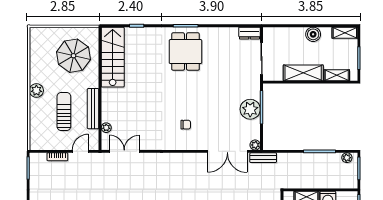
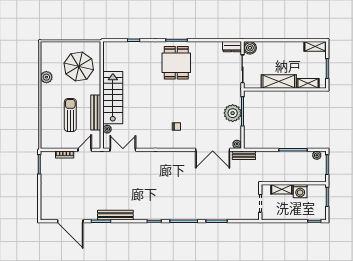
boiler: (313, 34) -> (250, 48), moved
stairs: (113, 57) -> (113, 98), moved
plant: (36, 90) -> (46, 77), moved

